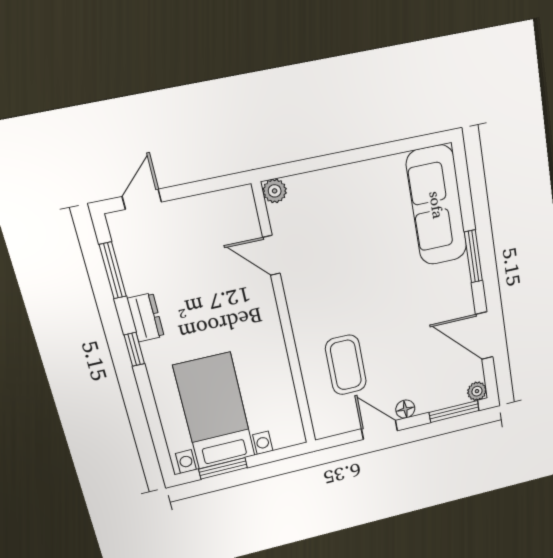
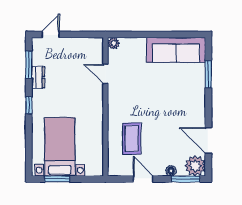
sofa: (437, 205) -> (176, 50), moved, turned -90
window: (473, 256) -> (208, 74), moved
dresser: (146, 317) -> (38, 77), moved
plant: (477, 391) -> (195, 166), width x1.87, depth x1.87
floor lamp: (405, 409) -> (171, 171), moved

